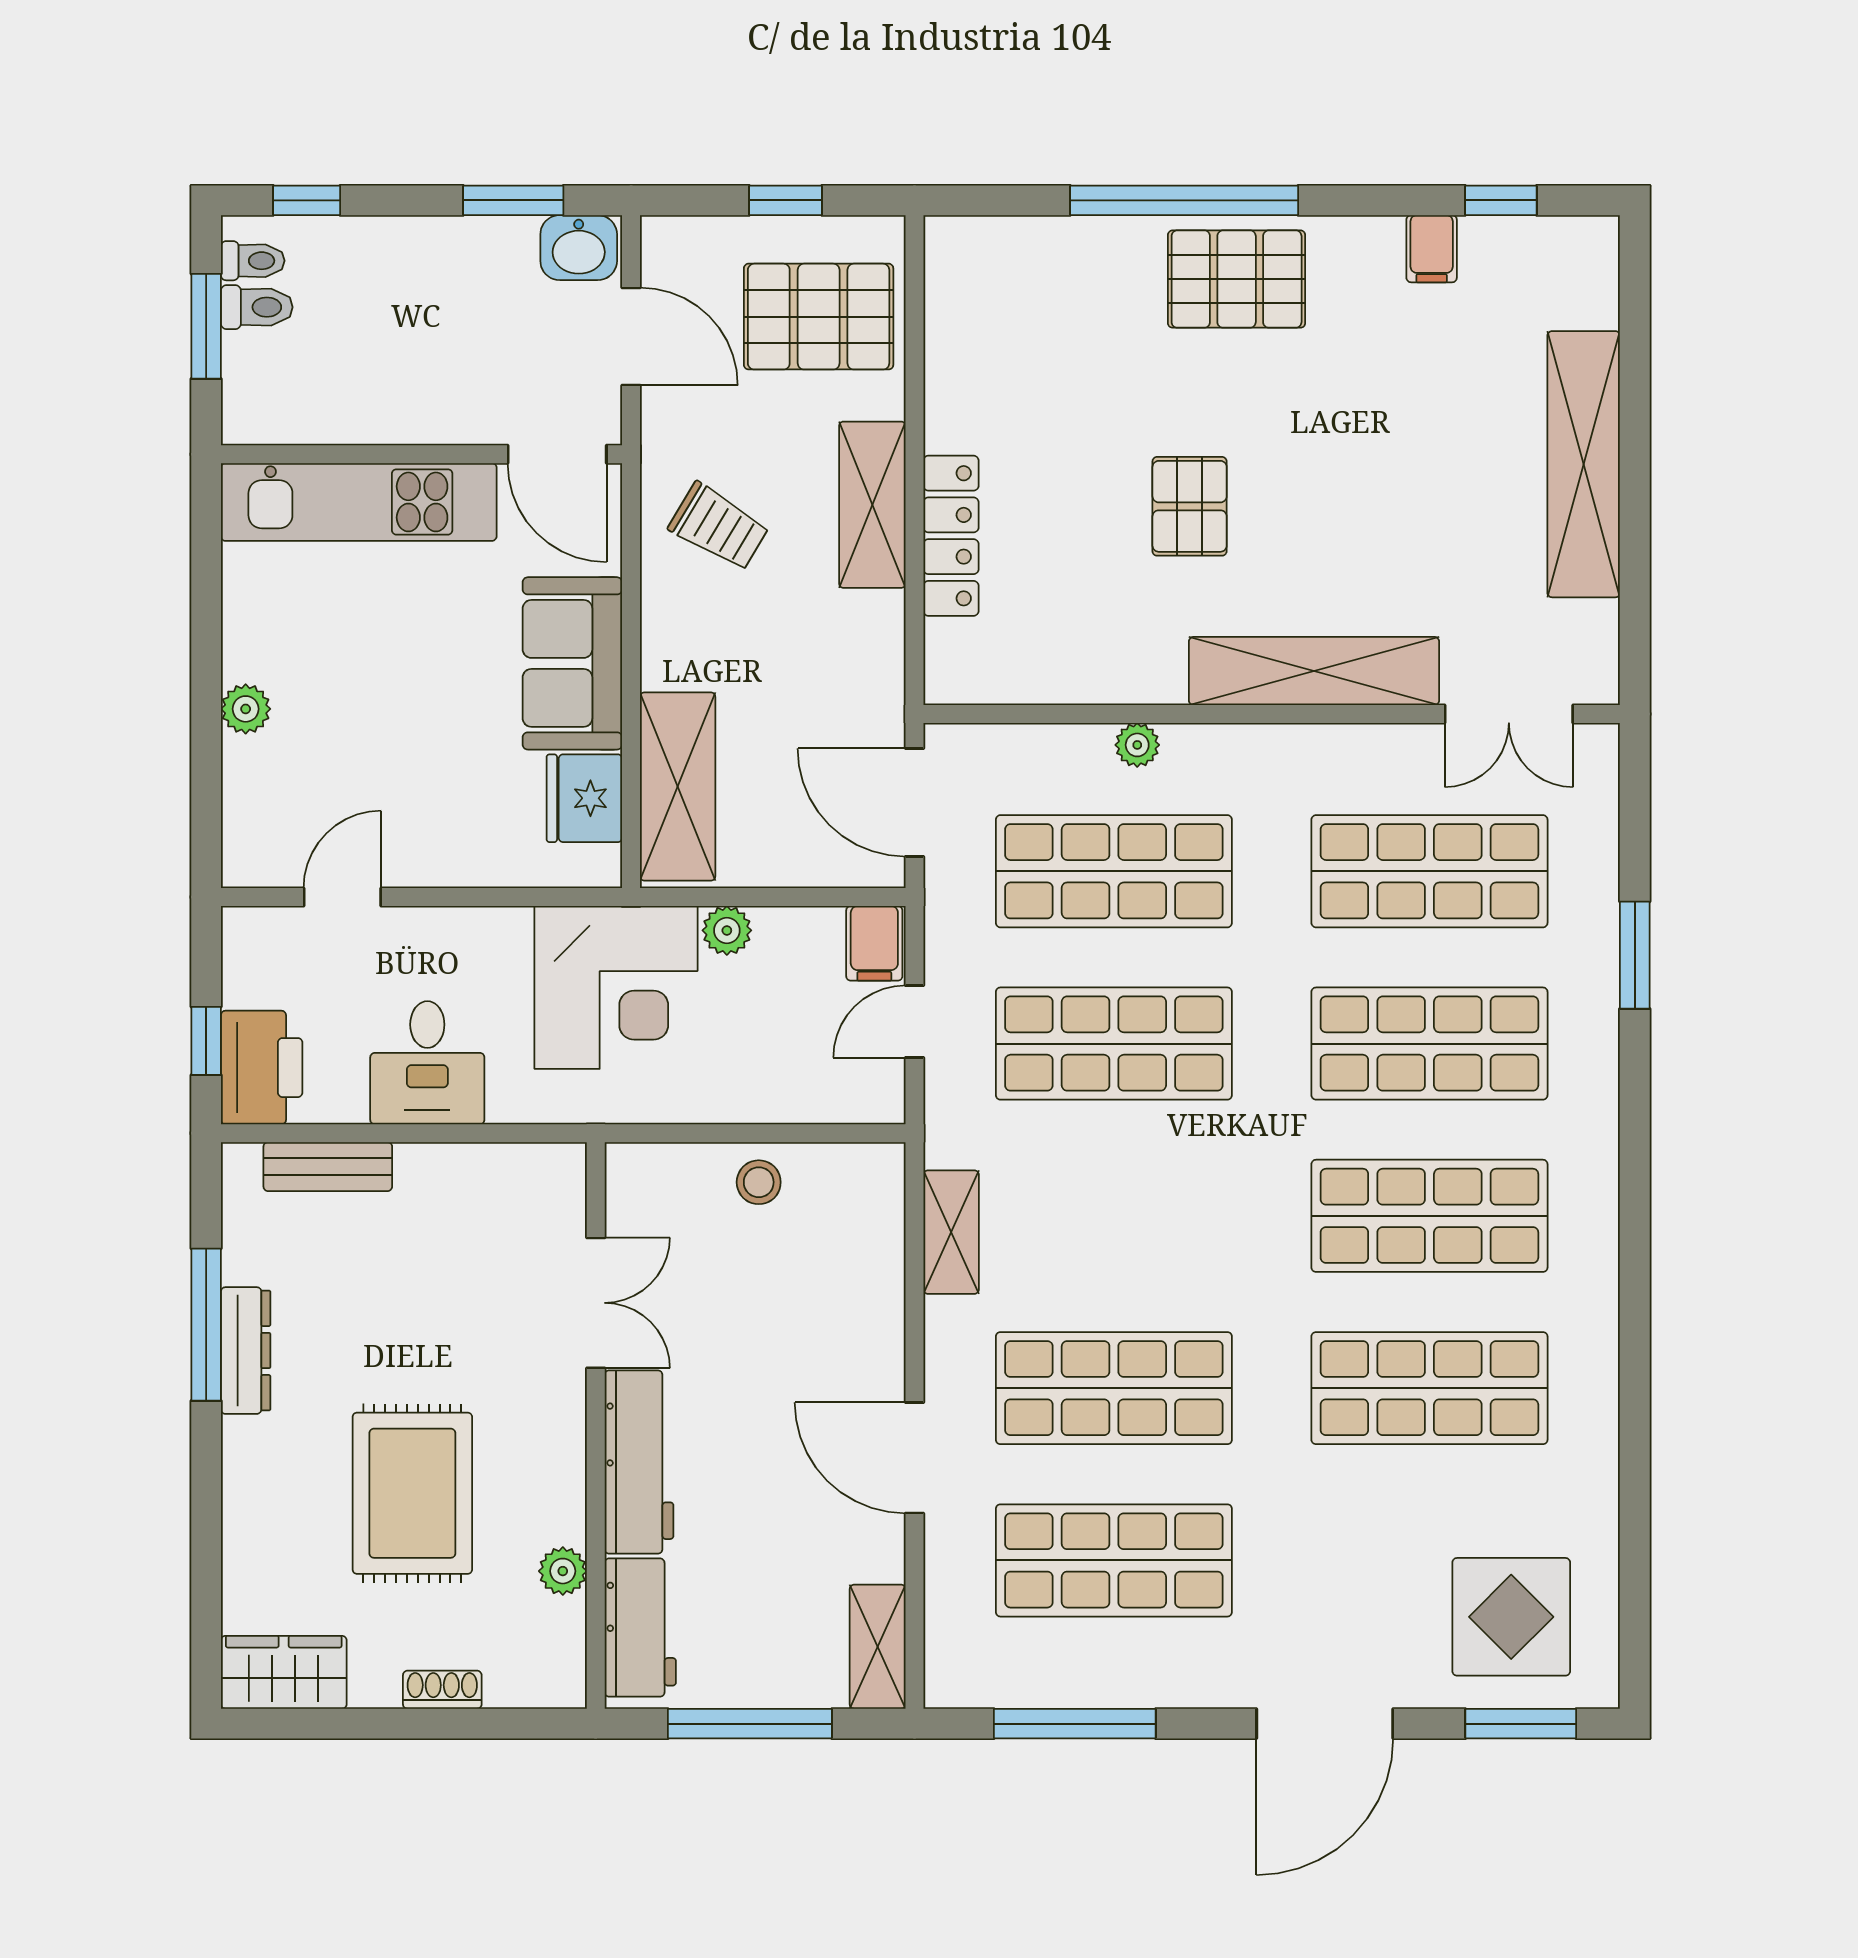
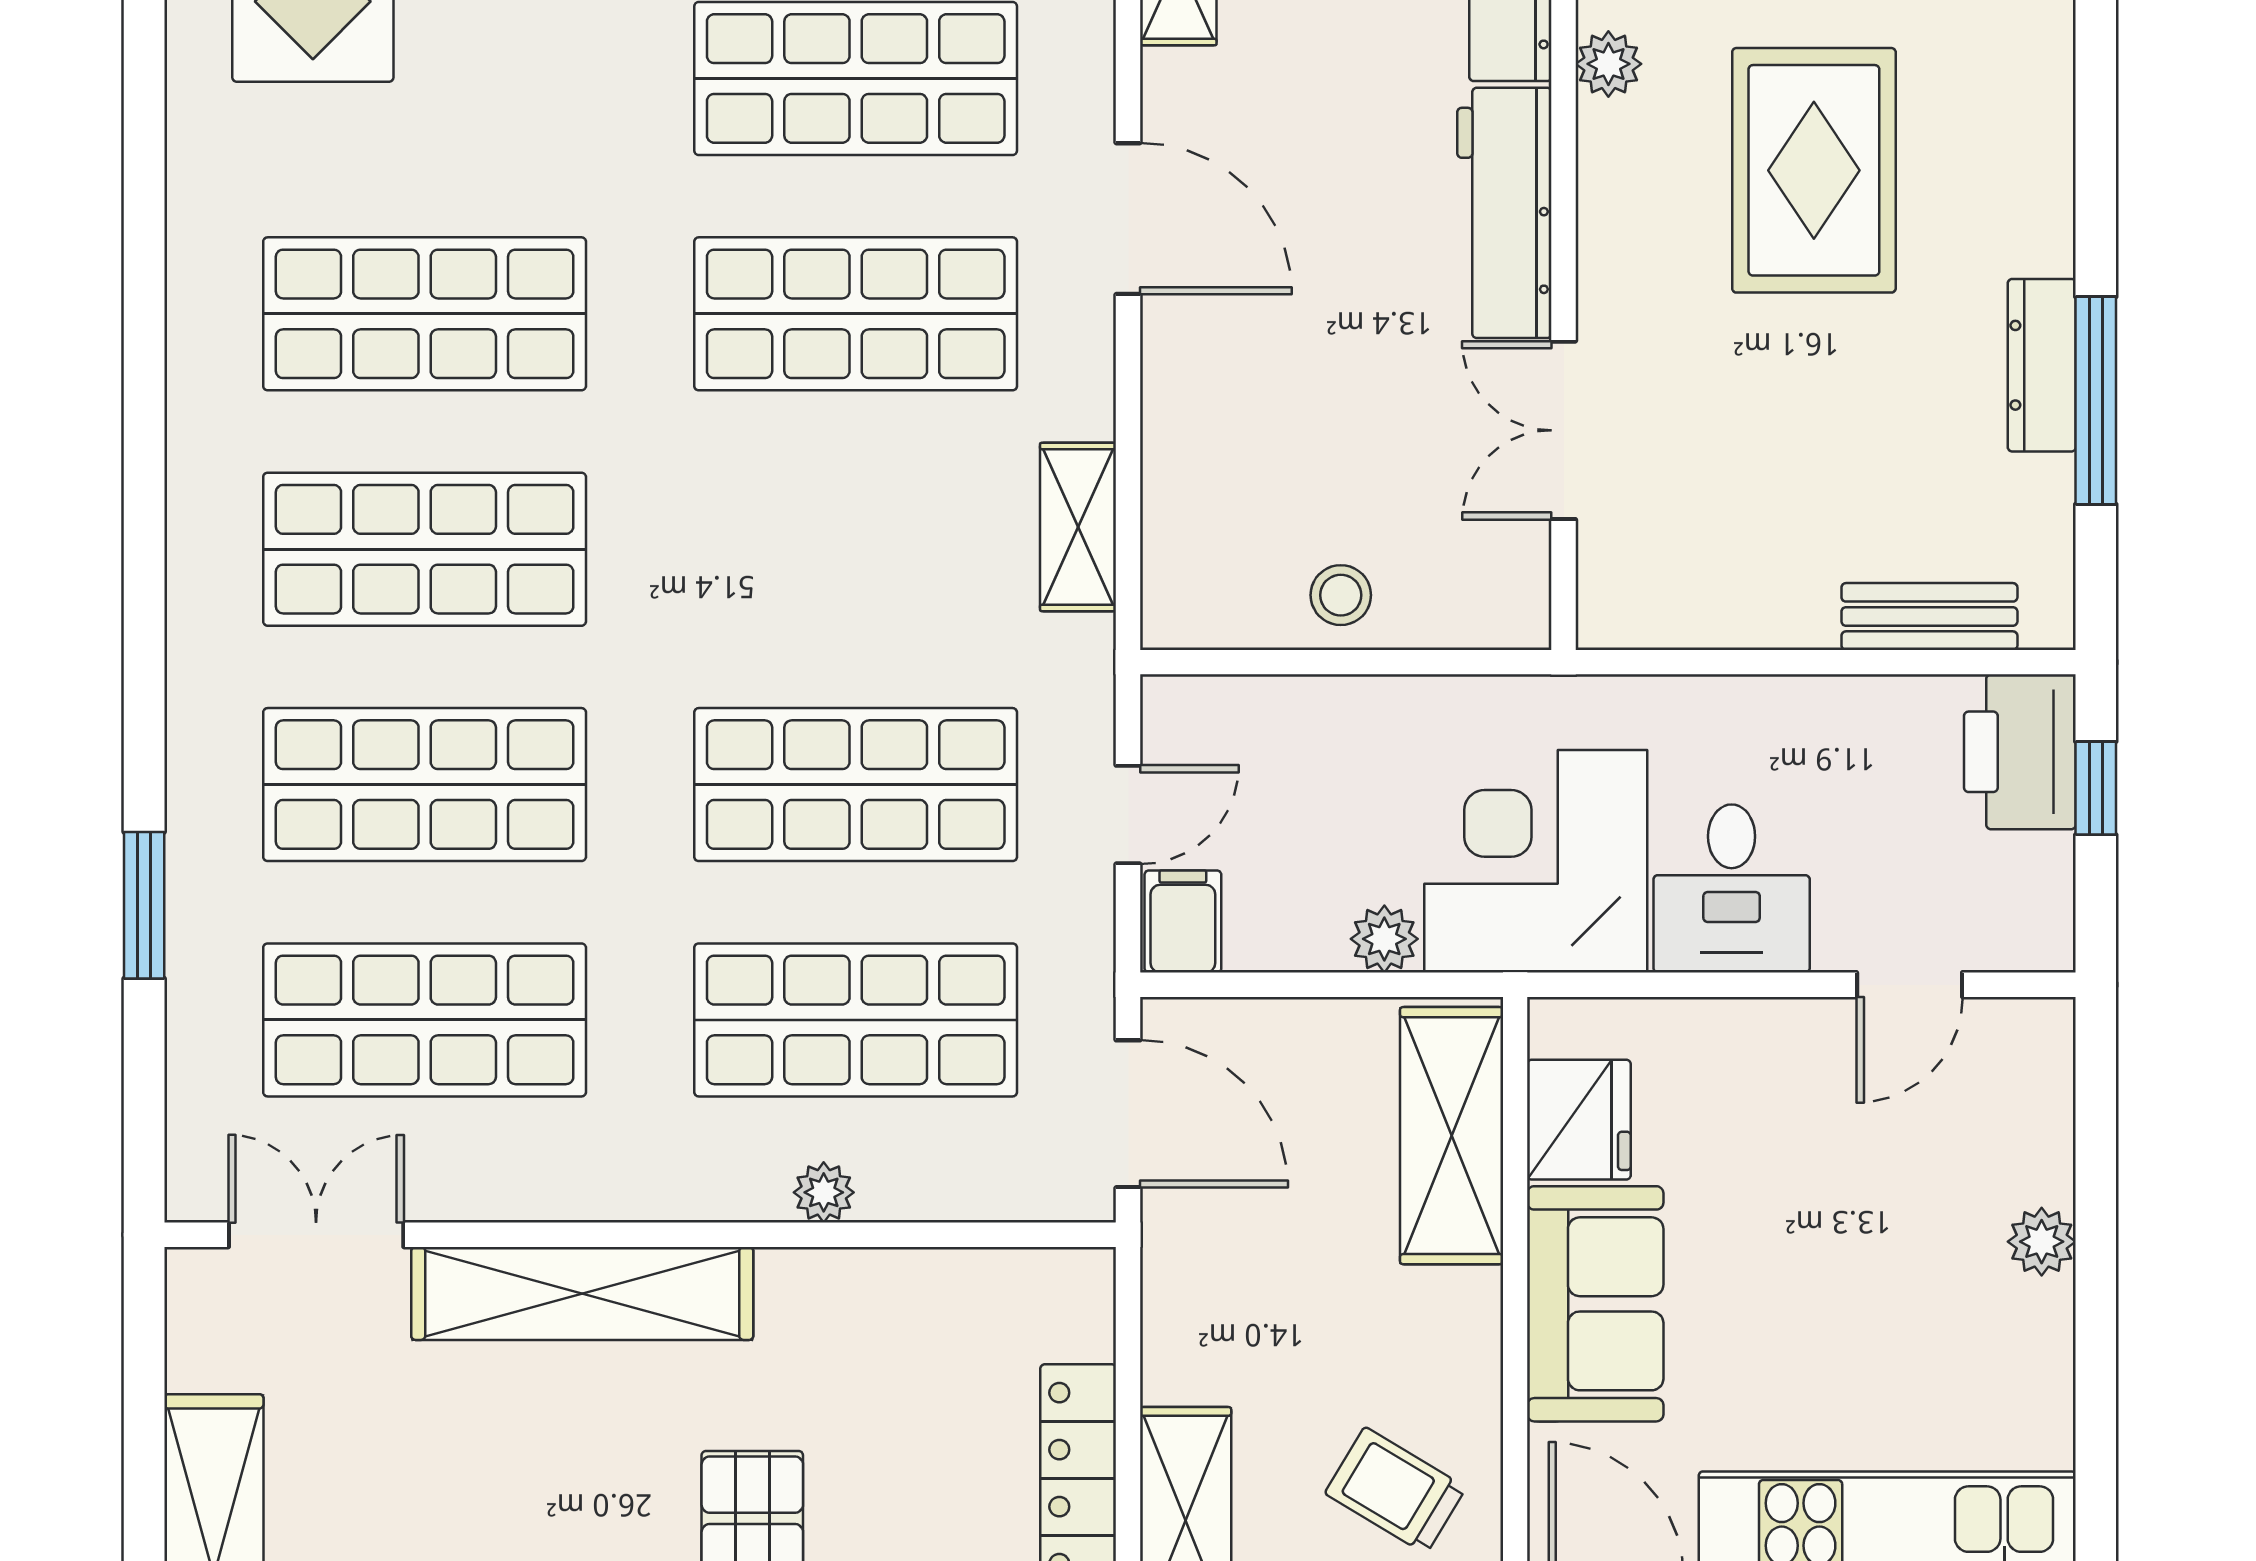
desk: (427, 1063) -> (1732, 888), moved, turned 180

